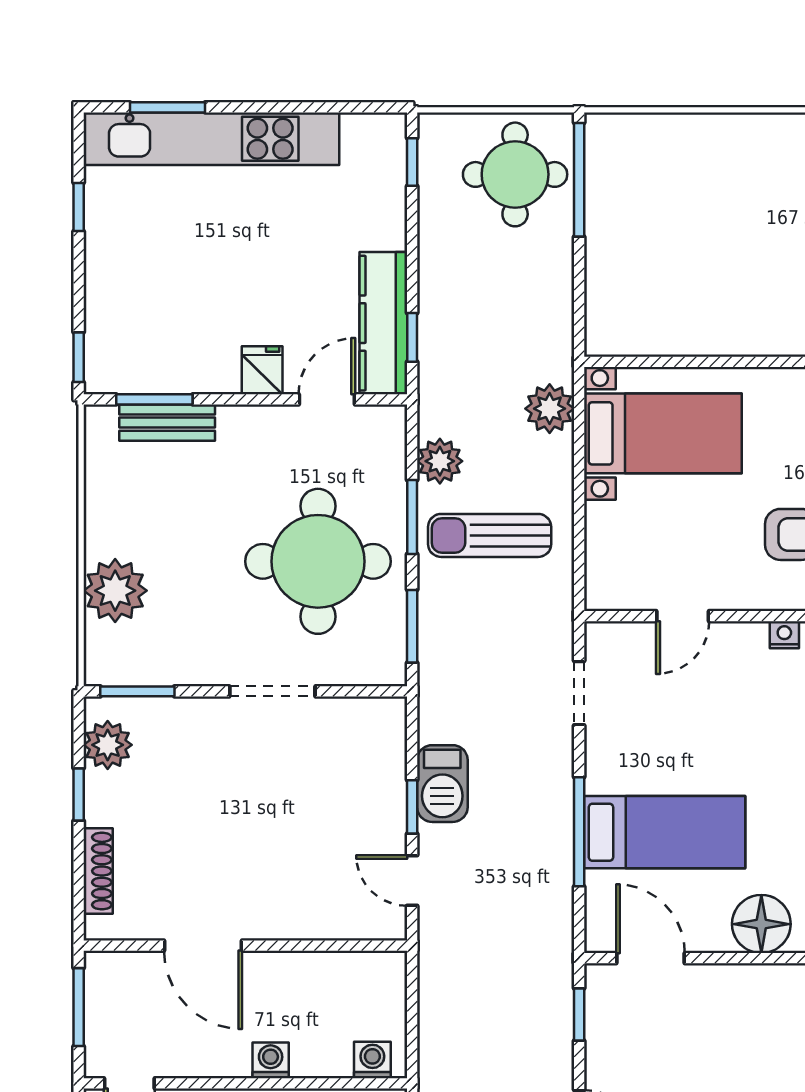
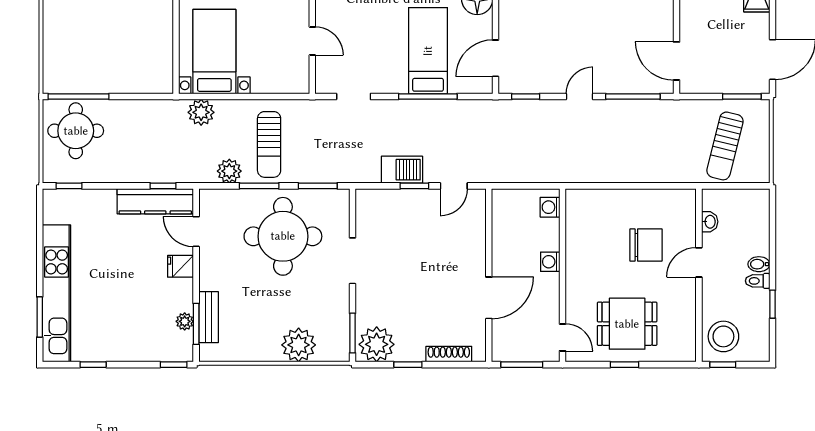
plant: (159, 378) -> (185, 321), added
plant: (108, 745) -> (377, 344), width x1.36, depth x1.36

